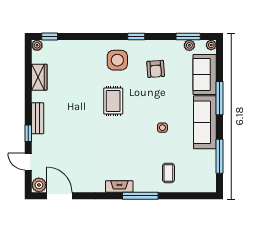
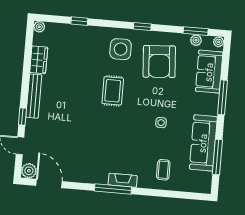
window: (50, 37) -> (79, 21), moved
armchair: (156, 69) -> (159, 62), width x1.88, depth x1.88
bench: (38, 118) -> (34, 96), width x1.36
sofa: (205, 122) -> (203, 143), moved
fireplace: (119, 186) -> (123, 180), moved
window: (140, 196) -> (113, 189), moved

